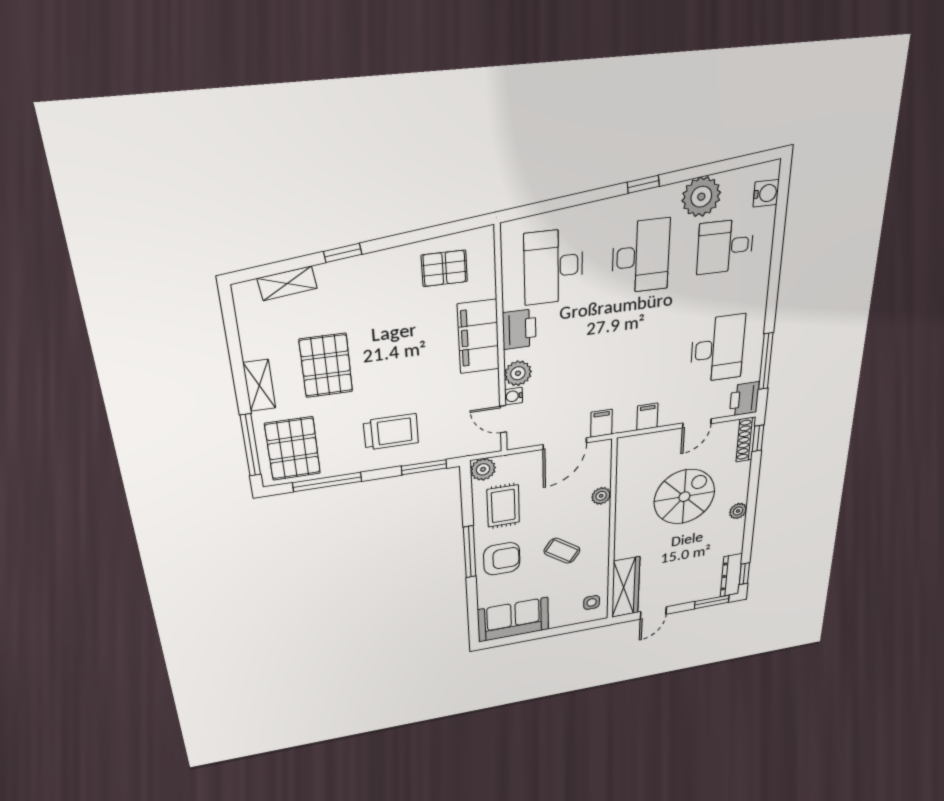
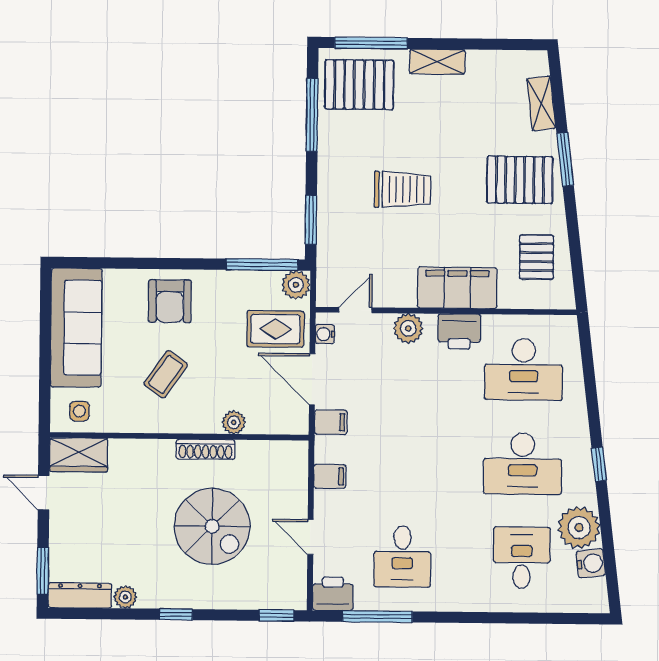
water cooler: (766, 193) -> (591, 563), moved, turned -97
window: (343, 253) -> (565, 159), width x1.50
desk: (553, 267) -> (524, 369), turned 180
desk: (718, 349) -> (402, 556), width x0.73
pallet: (326, 366) -> (520, 180), moved
water cooler: (514, 396) -> (325, 334), moved, turned -90
trolley: (391, 432) -> (403, 189), moved, turned -90
shoe rack: (746, 440) -> (205, 449), moved, turned 180
rug: (503, 506) -> (275, 329), moved
plant: (738, 511) -> (125, 597), moved
window: (470, 552) -> (262, 265), moved
window: (744, 574) -> (176, 614), moved
wardrobe: (626, 587) -> (79, 455), width x0.67
sofa: (513, 620) -> (76, 328), width x1.36

